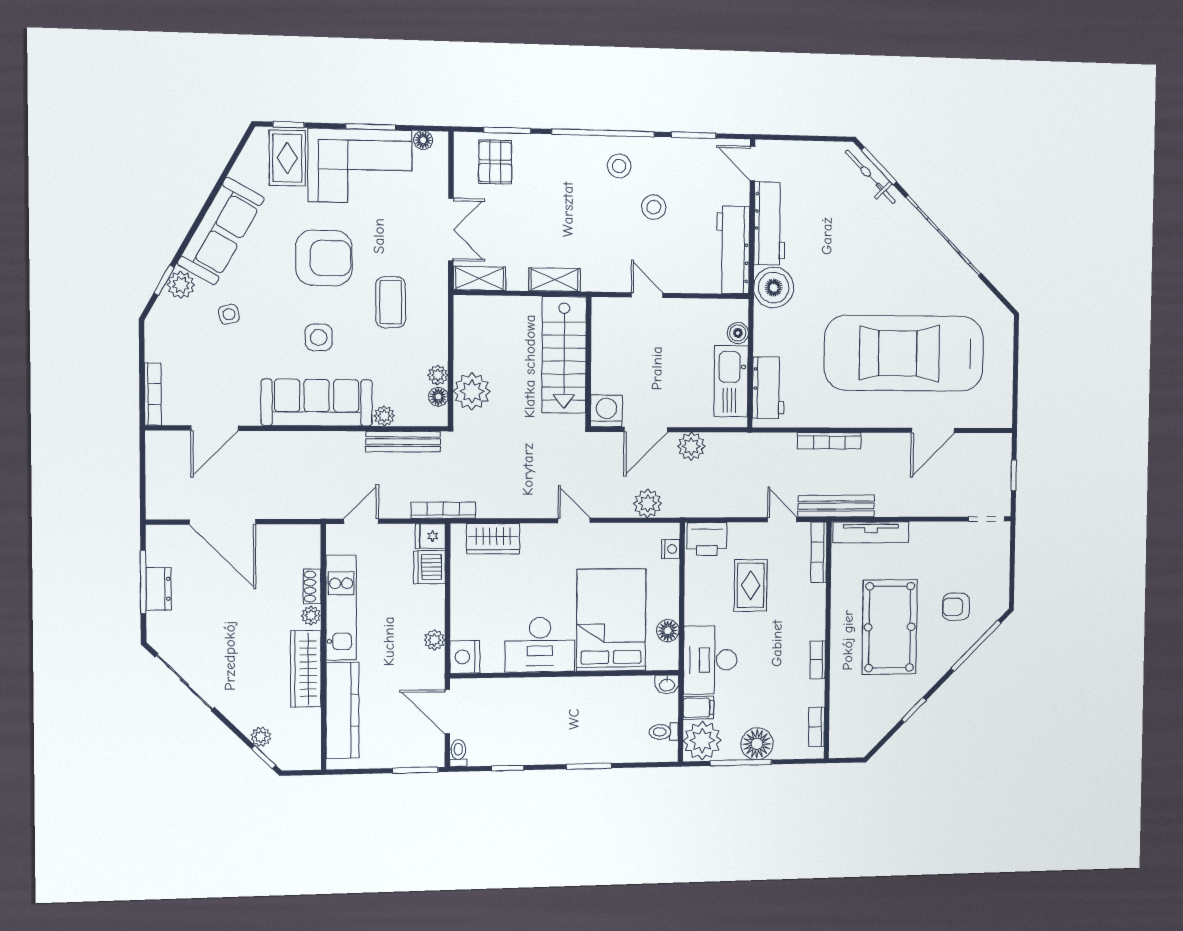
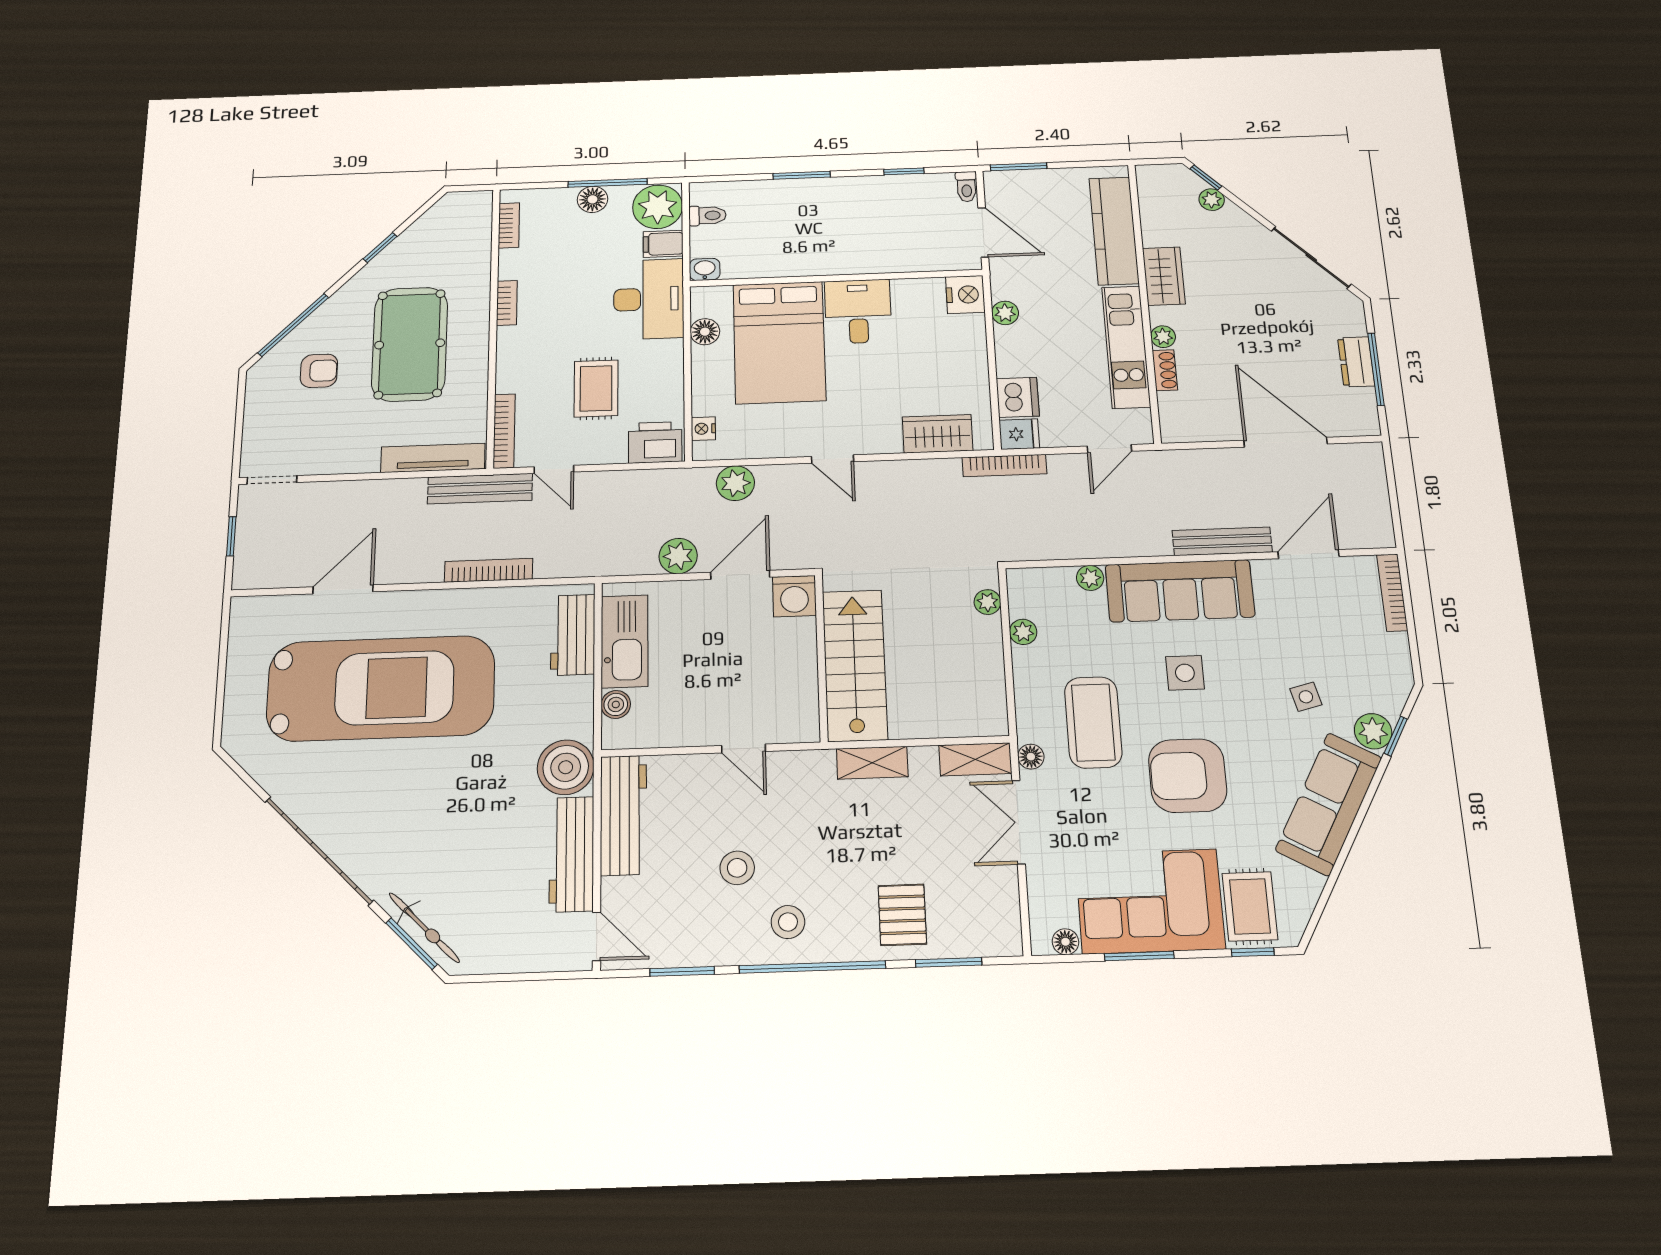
pallet: (495, 162) -> (902, 915), moved
coffee table: (391, 302) -> (1093, 722), width x1.36, depth x1.32
plant: (472, 391) -> (987, 602), width x0.53, depth x0.53
floor lamp: (438, 397) -> (1031, 757), moved
bench: (403, 442) -> (1222, 541), moved
desk: (540, 645) -> (858, 311), width x0.73
wardrobe: (306, 669) -> (1164, 276), width x0.67
floor lamp: (757, 744) -> (592, 199), width x0.73, depth x0.73

